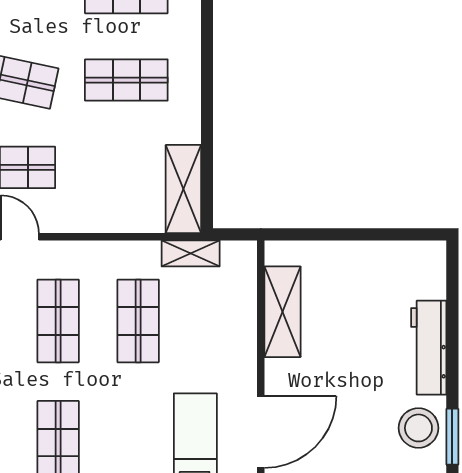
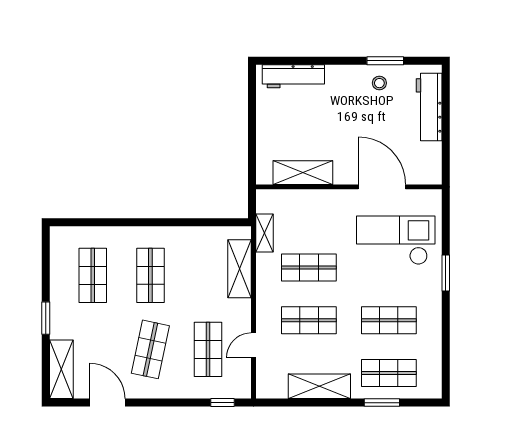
shelving: (183, 189) -> (240, 269), moved, turned 90
workbench: (429, 348) -> (293, 76), moved
stool: (418, 428) -> (379, 83), width x0.53, depth x0.53

